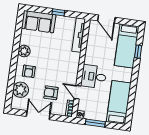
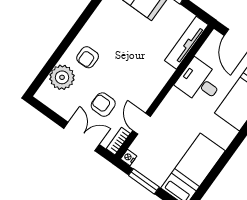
plant: (24, 51) -> (96, 25), removed
desk: (94, 77) -> (199, 82), moved
double door: (38, 115) -> (82, 136), moved

